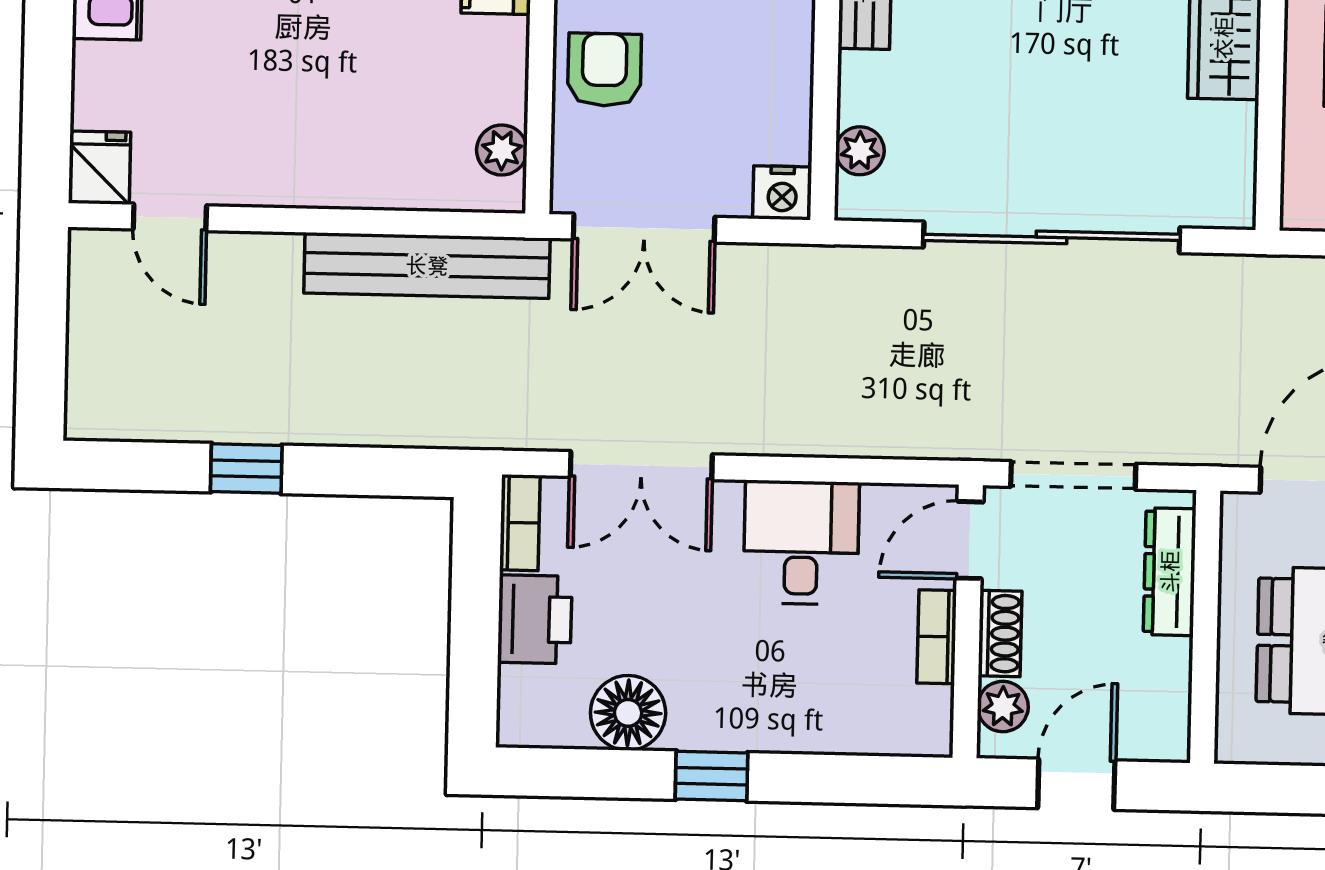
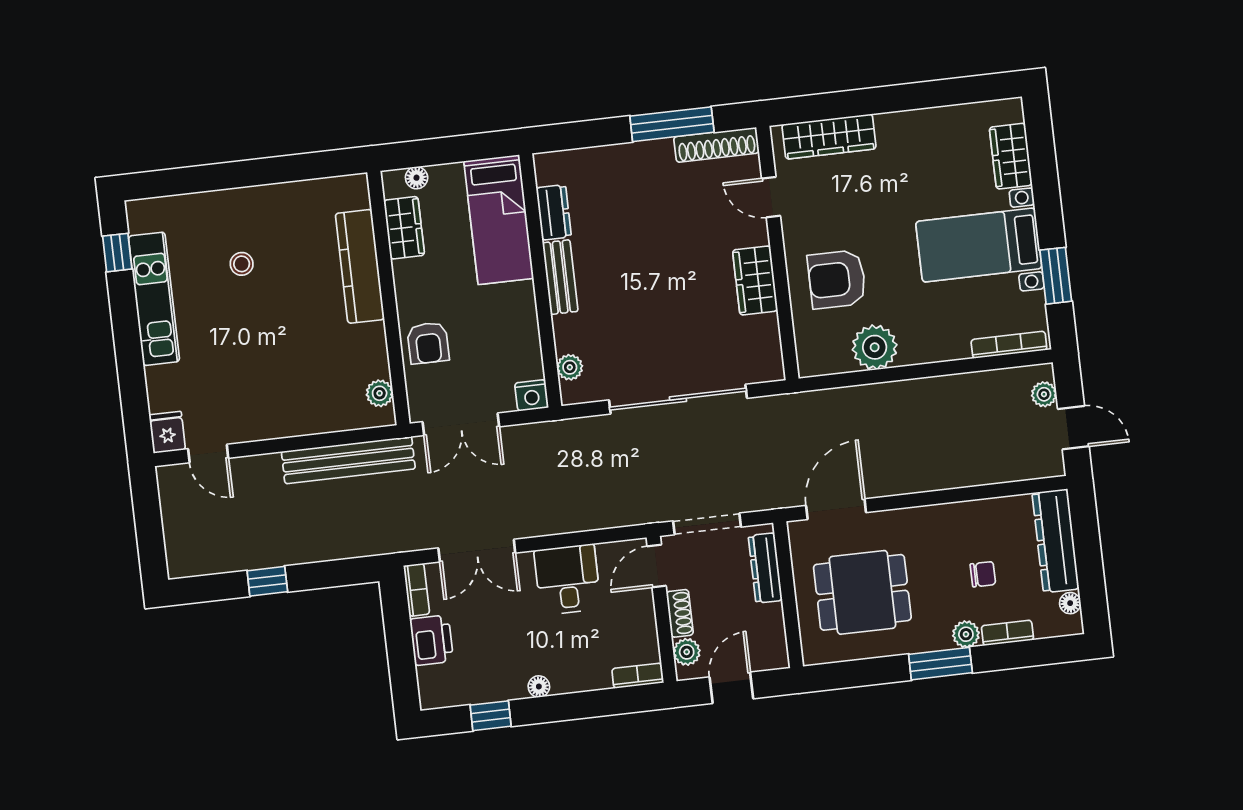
armchair: (604, 70) -> (428, 343), turned 180
bookcase: (937, 637) -> (638, 676), moved, turned 90
floor lamp: (628, 713) -> (539, 687), moved, width x0.53, depth x0.53
window: (712, 776) -> (491, 716), moved

